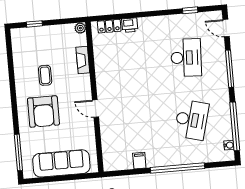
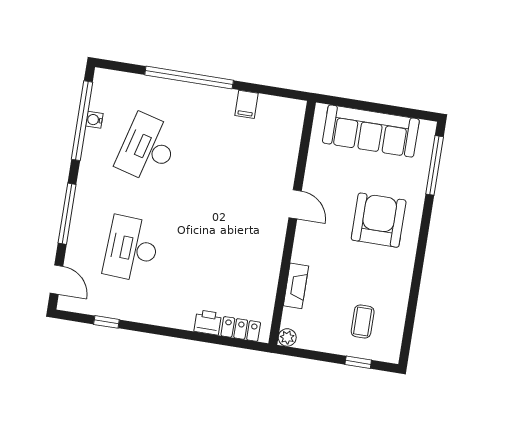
coffee table: (45, 75) -> (363, 322), moved
water cooler: (229, 145) -> (94, 120), moved

